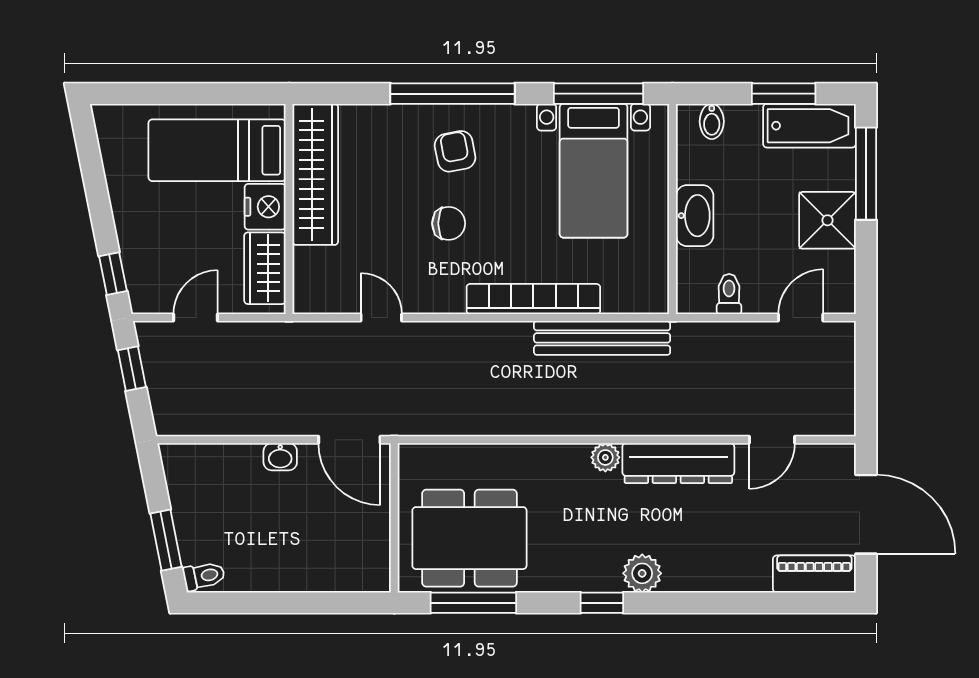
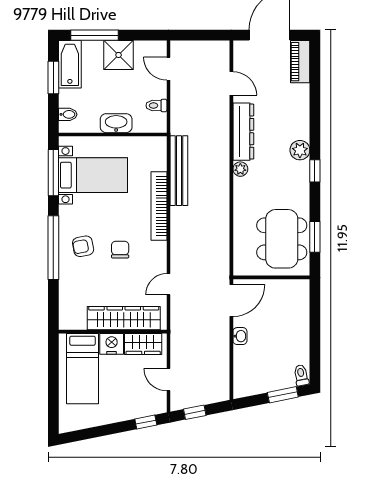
wardrobe: (315, 174) -> (124, 318), moved
window: (473, 603) -> (315, 237), width x0.69

